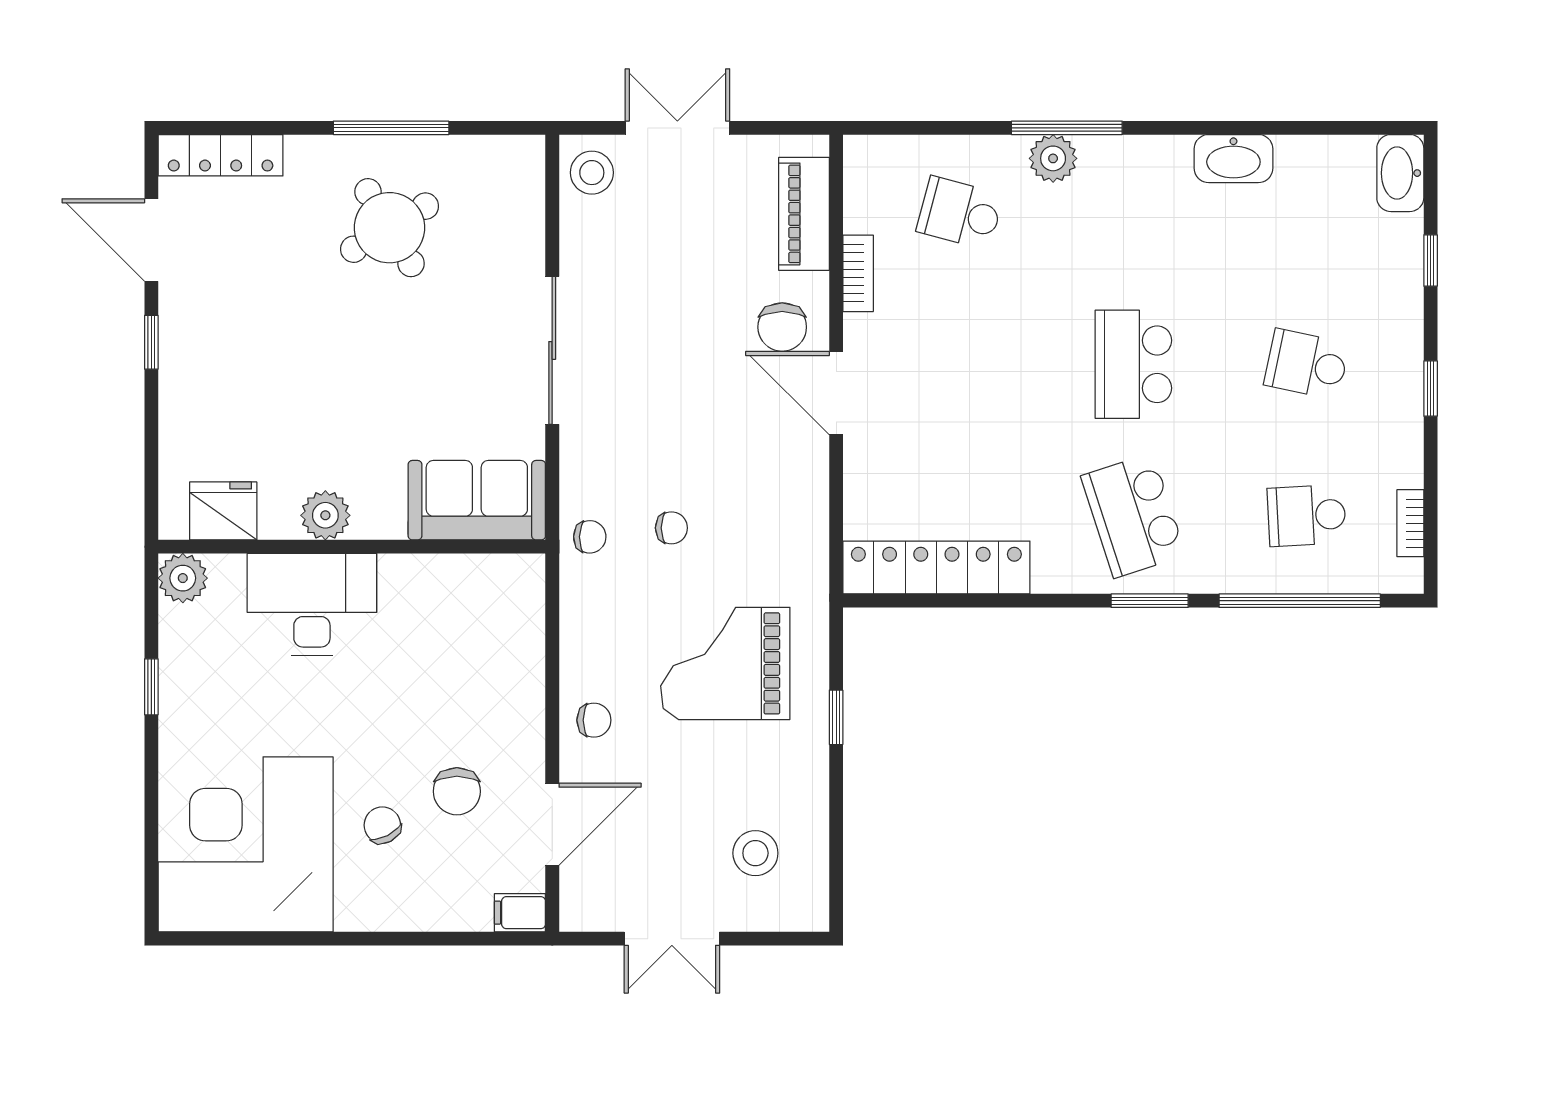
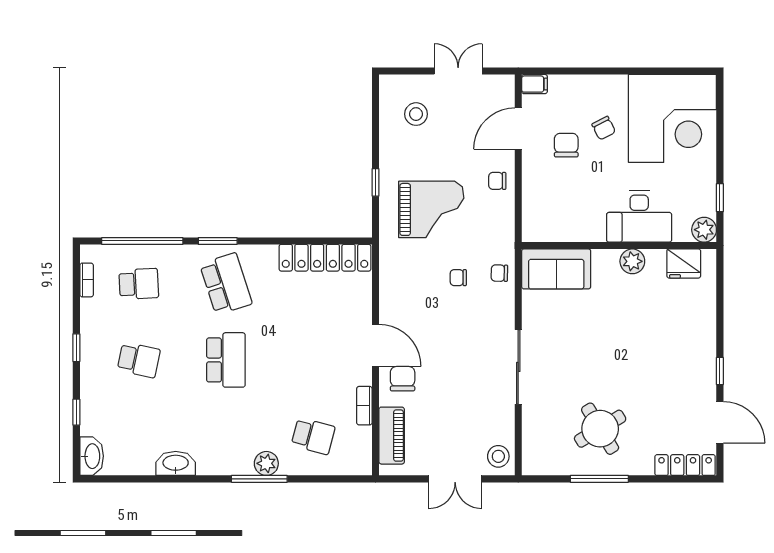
sofa: (477, 500) -> (556, 269), moved
fridge: (223, 511) -> (684, 263), moved
plant: (325, 515) -> (632, 261), moved
wall: (352, 547) -> (619, 246), moved
plant: (183, 578) -> (704, 230), moved
desk: (312, 604) -> (639, 217), moved

